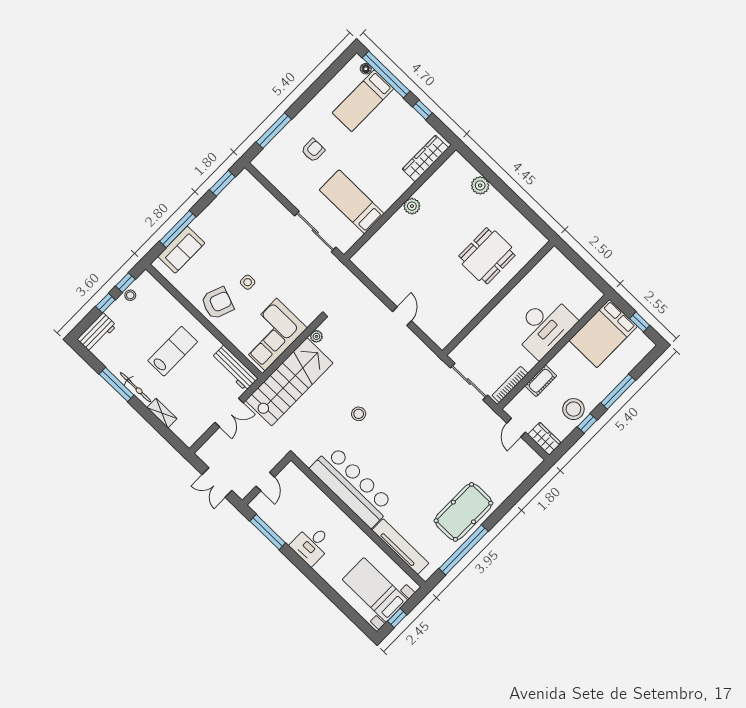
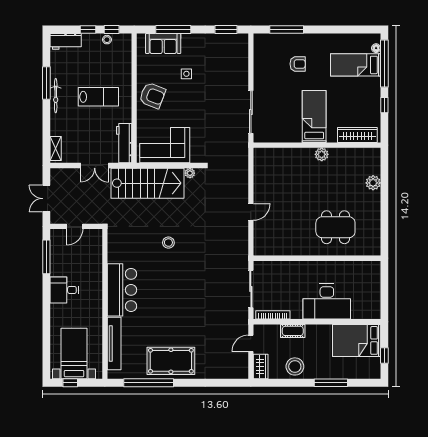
bed: (352, 202) -> (314, 116), moved
side table: (248, 282) -> (186, 74), moved
shelving: (162, 413) -> (56, 148), moved
window: (587, 423) -> (294, 383), removed
bar counter: (352, 486) -> (122, 290), width x0.73

